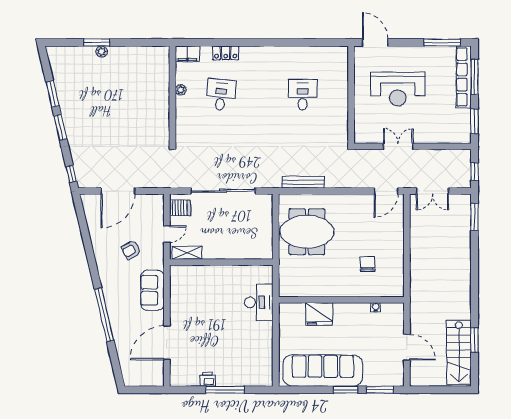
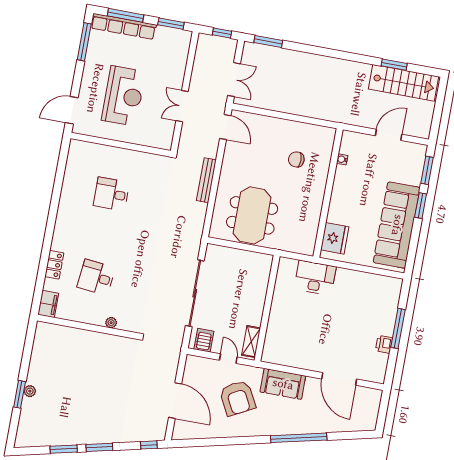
plant: (181, 90) -> (111, 323), moved
bench: (303, 182) -> (206, 180), moved
armchair: (131, 250) -> (238, 398), width x1.88, depth x1.88
fridge: (319, 314) -> (335, 238), moved

